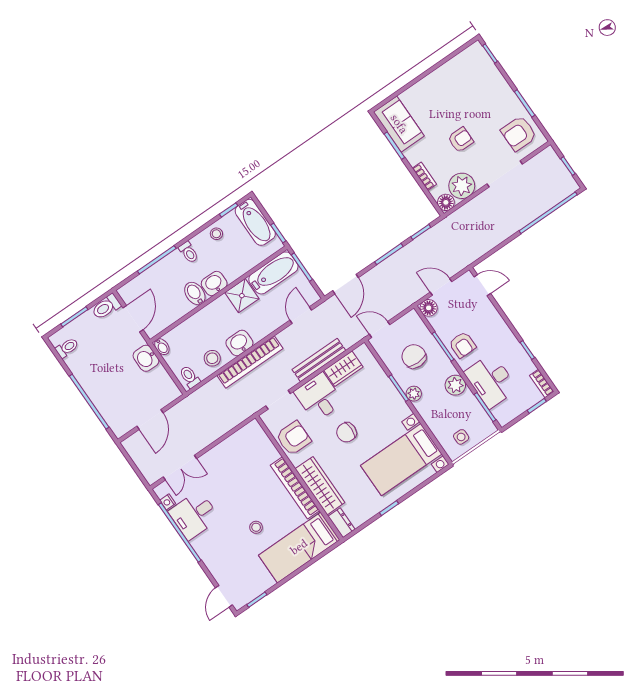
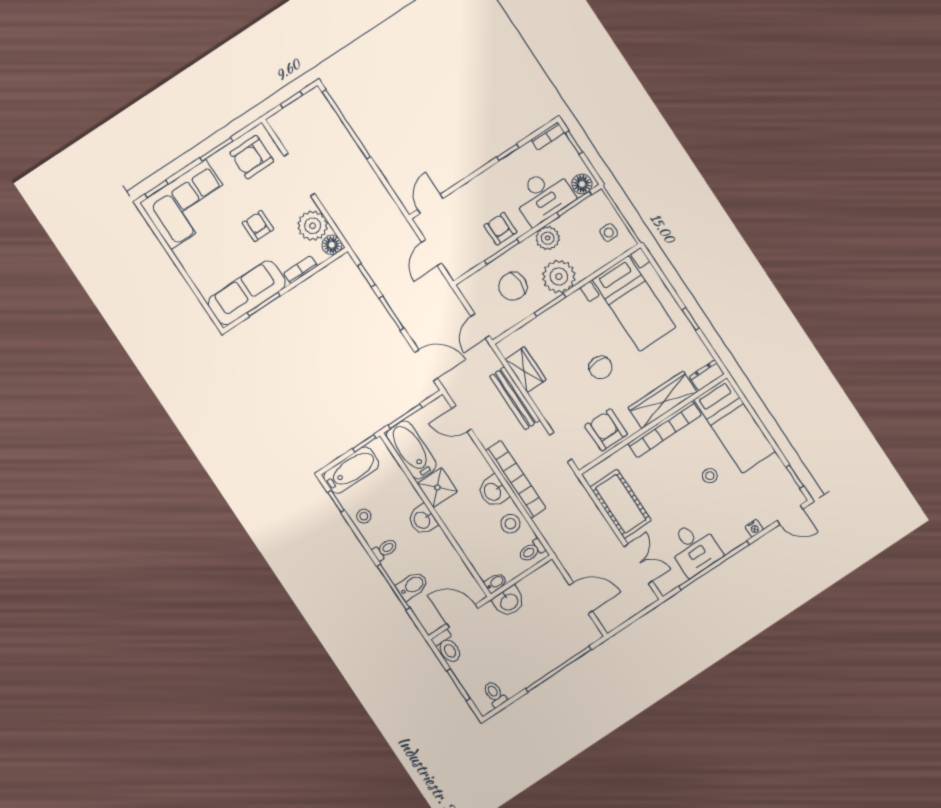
corner sofa: (477, 80) -> (188, 205), added
sofa: (399, 124) -> (247, 293), width x1.36
armchair: (519, 133) -> (252, 157), turned 90
bidet: (195, 294) -> (413, 586), moved, turned 180
floor lamp: (429, 308) -> (582, 184), moved
armchair: (462, 345) -> (500, 229), turned -90
plant: (414, 394) -> (559, 276), width x1.87, depth x1.87
desk: (319, 397) -> (559, 399), removed
cot: (231, 452) -> (621, 504), added
nightstand: (168, 502) -> (754, 528), moved

